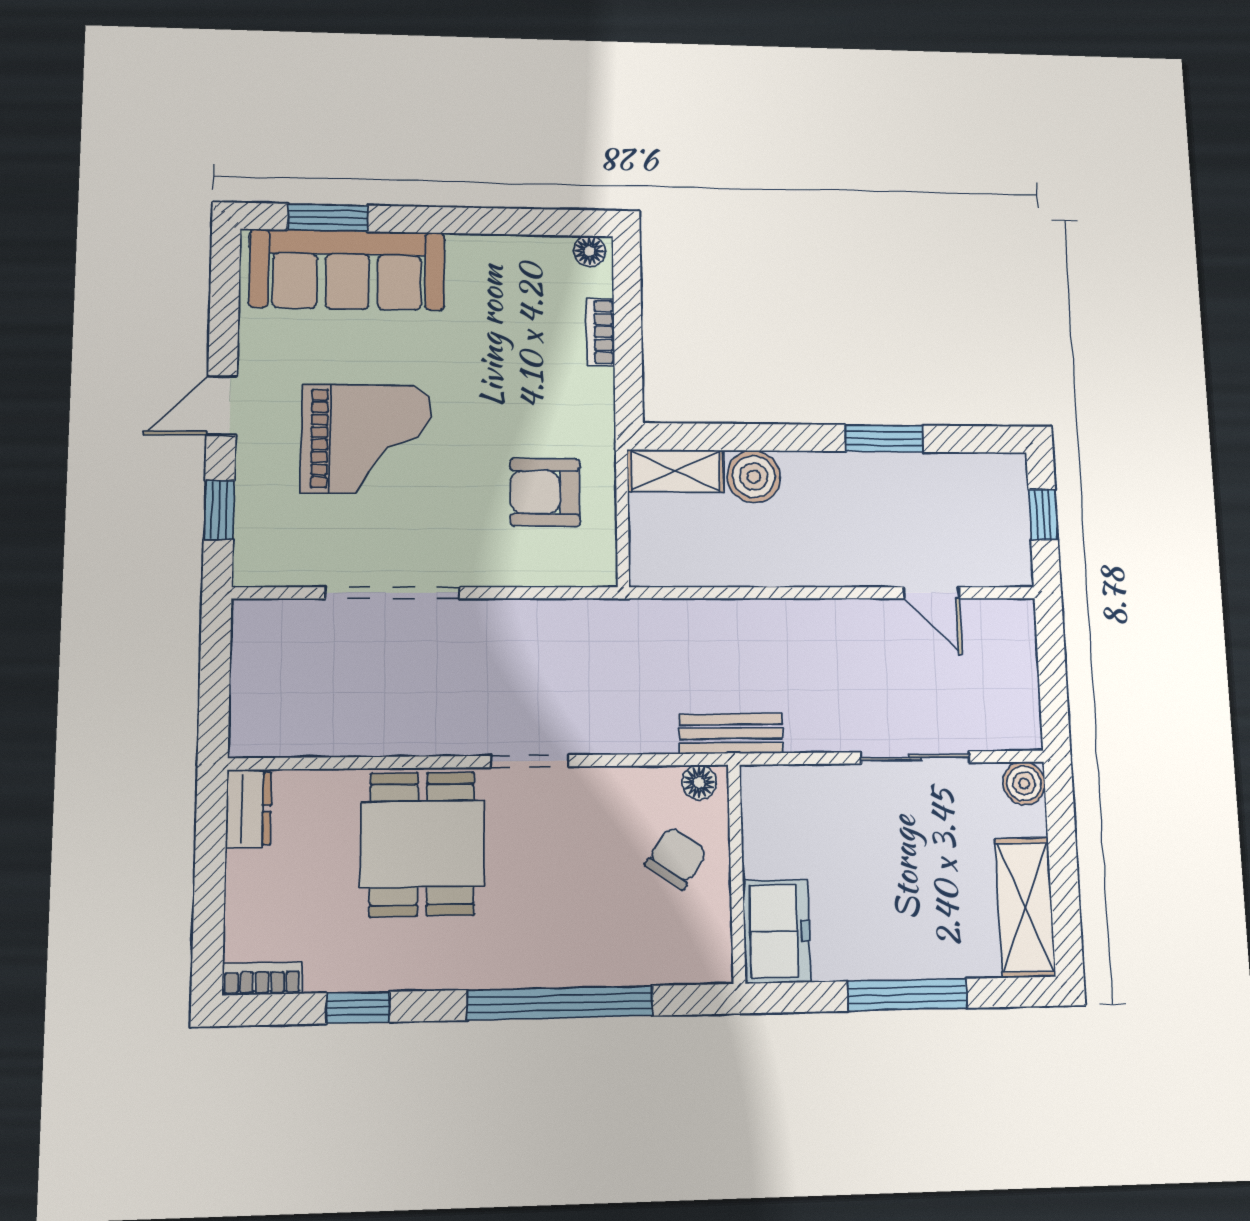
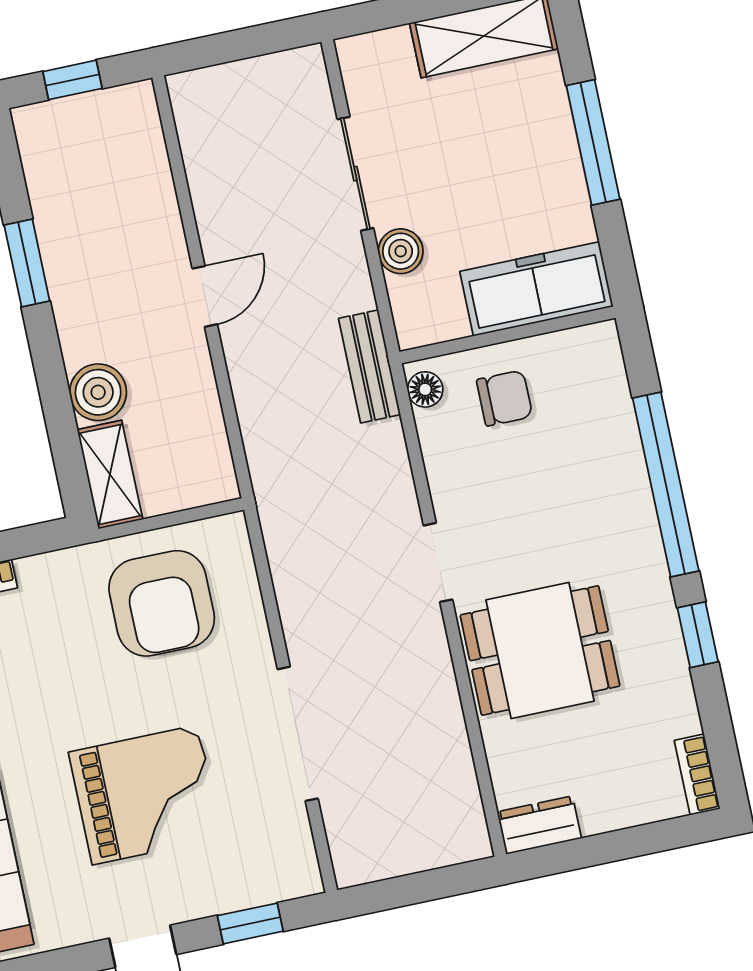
grand piano: (367, 439) -> (145, 795), turned 90
armchair: (545, 492) -> (162, 603), width x1.36, depth x1.36
door: (932, 593) -> (205, 296), moved
boiler: (1024, 783) -> (401, 251), moved
chair: (676, 858) -> (505, 398), turned 146
freezer: (776, 931) -> (536, 289), width x1.40
window: (358, 1008) -> (698, 635), moved

